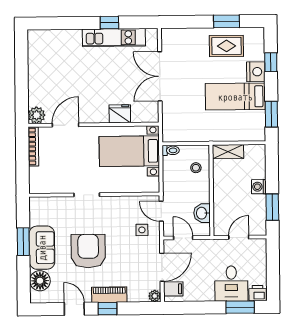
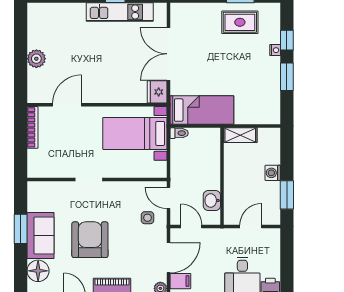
nightstand: (256, 72) -> (275, 50), width x0.53, depth x0.56
bed: (235, 97) -> (202, 110), moved, turned 180
fridge: (120, 114) -> (157, 92), moved, turned -90
window: (271, 114) -> (287, 77), moved
plant: (37, 115) -> (36, 59), moved
stool: (196, 168) -> (206, 152), removed

